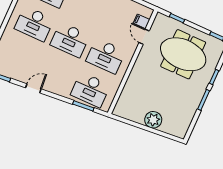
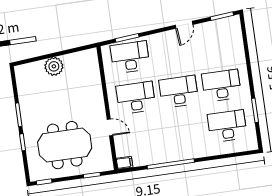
filing cabinet: (142, 21) -> (125, 163), moved
door: (144, 37) -> (110, 127), moved

